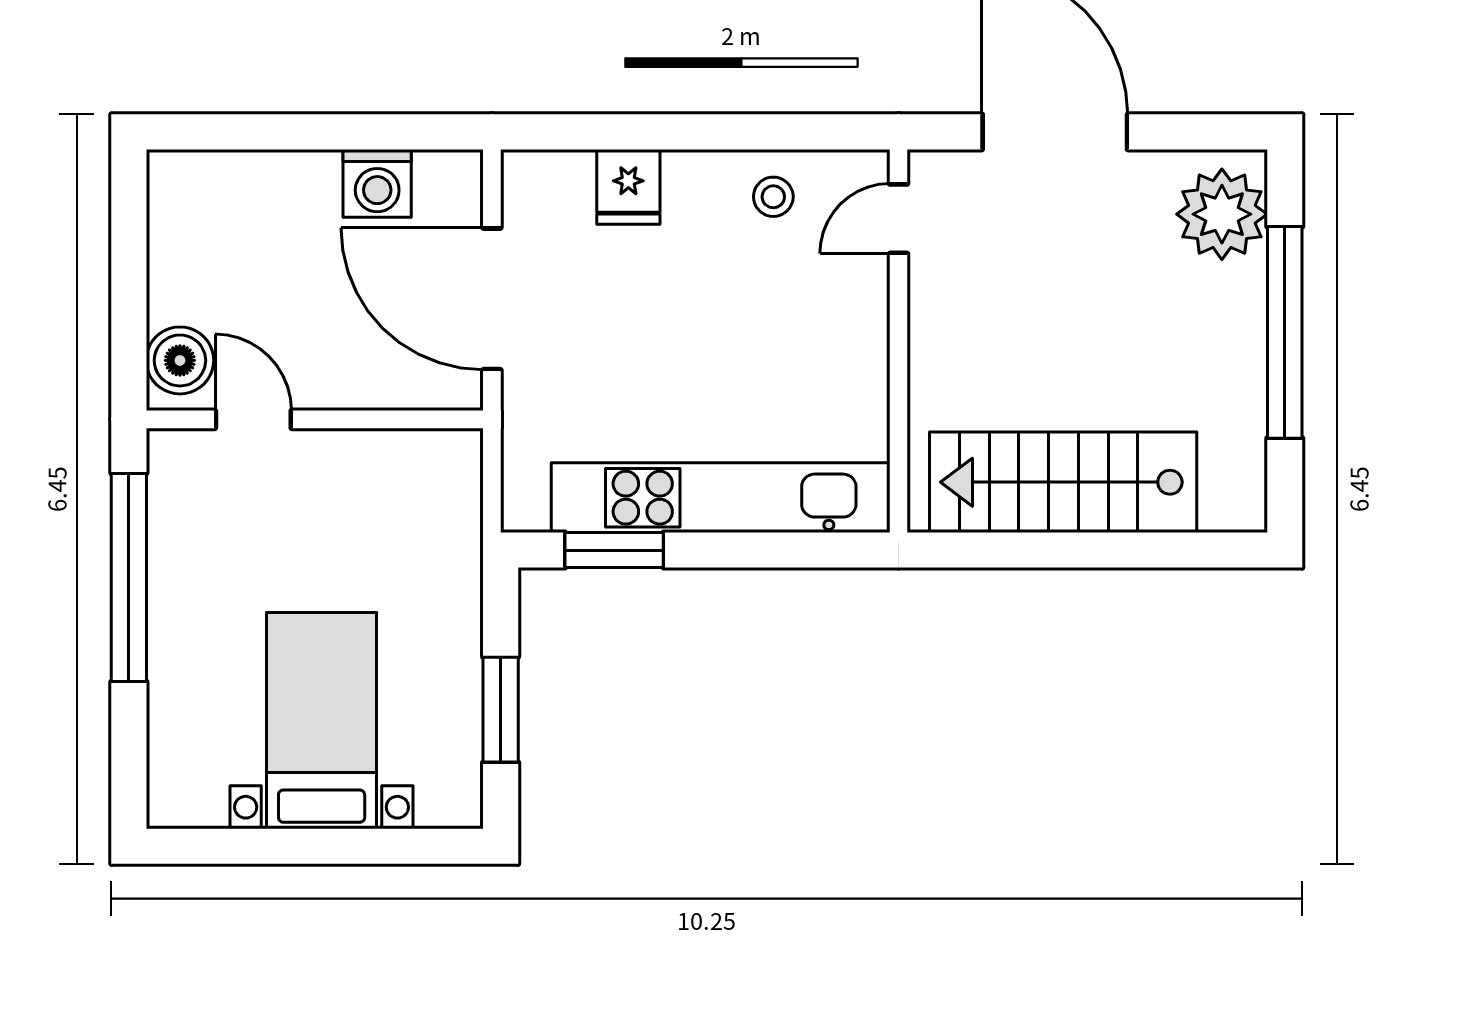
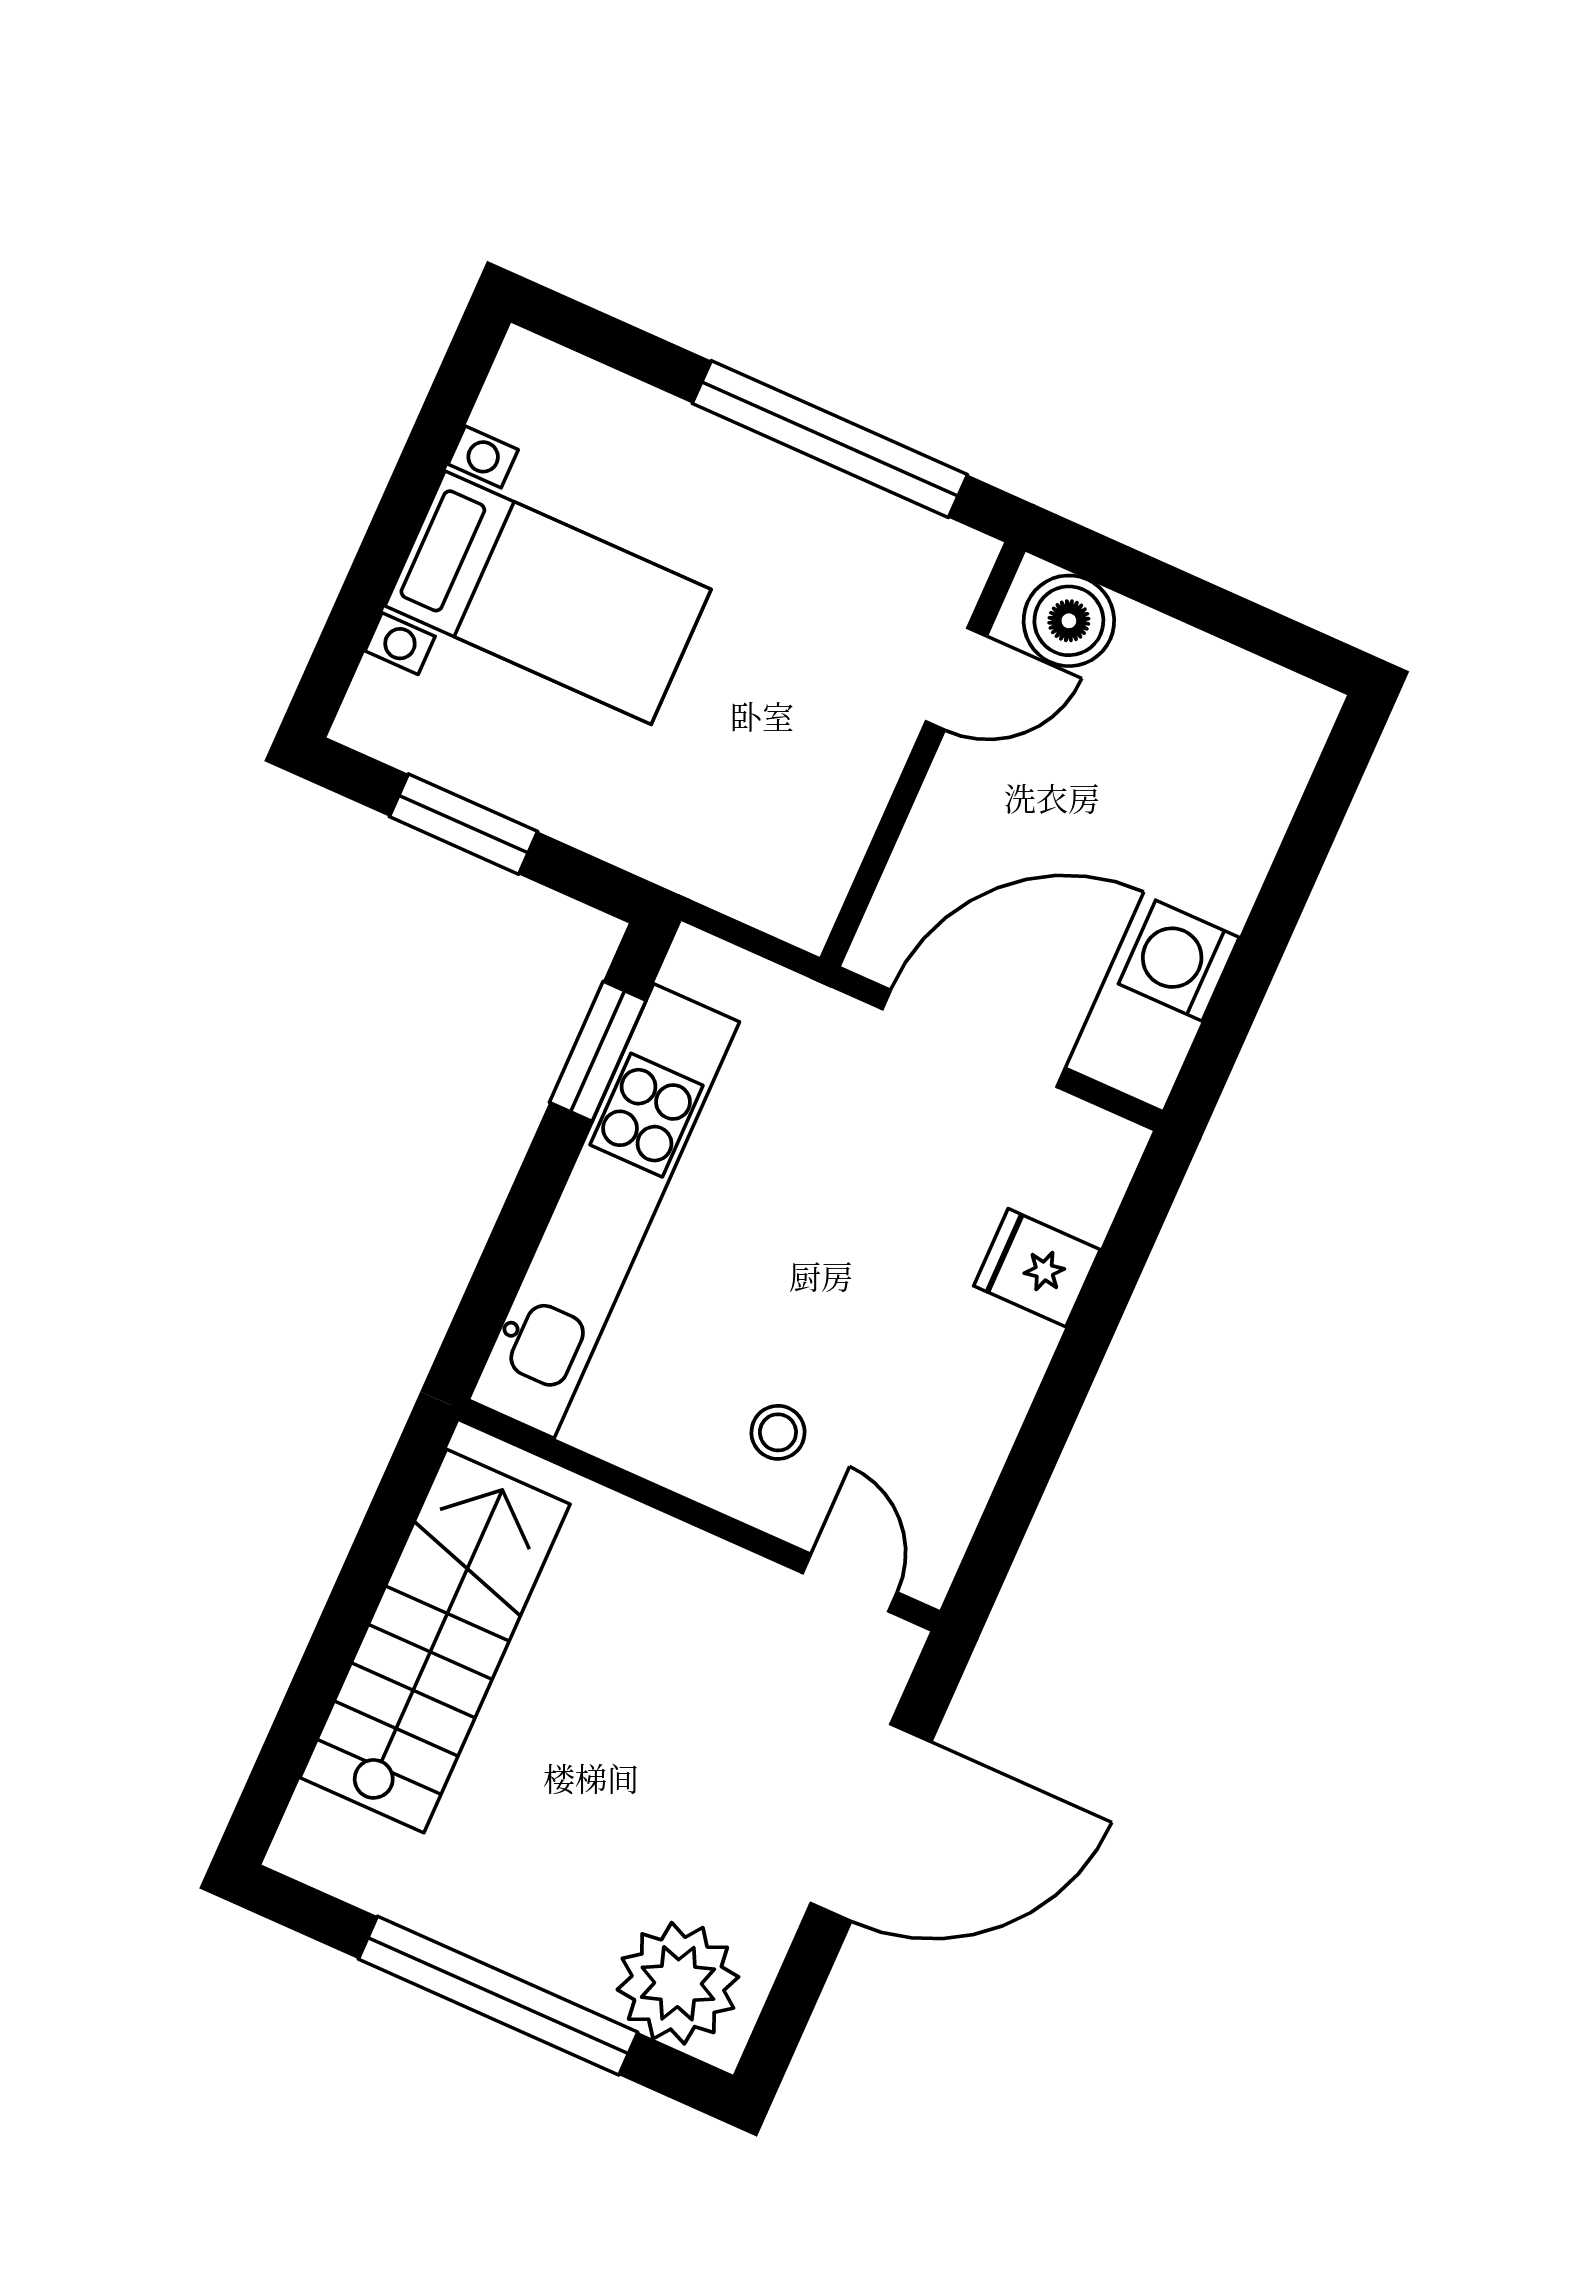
stool: (773, 197) -> (778, 1432), moved

